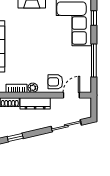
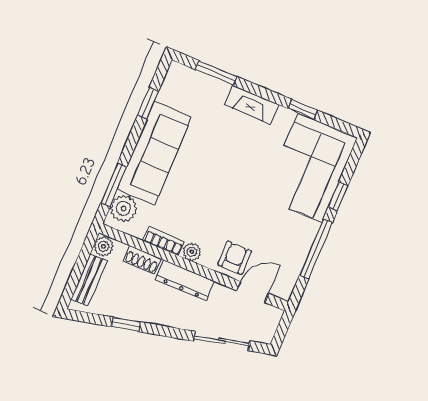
window: (94, 18) -> (338, 196), moved
armchair: (55, 82) -> (235, 258), turned 90

